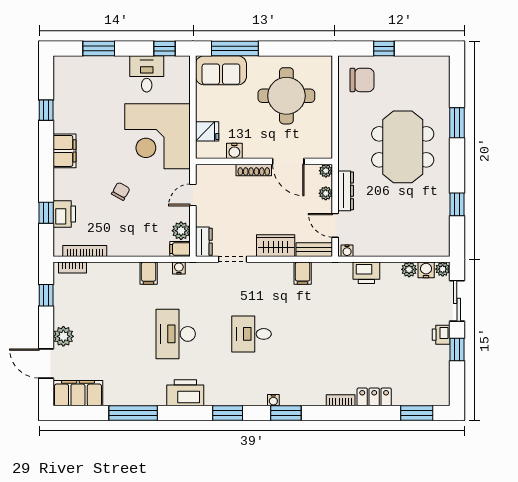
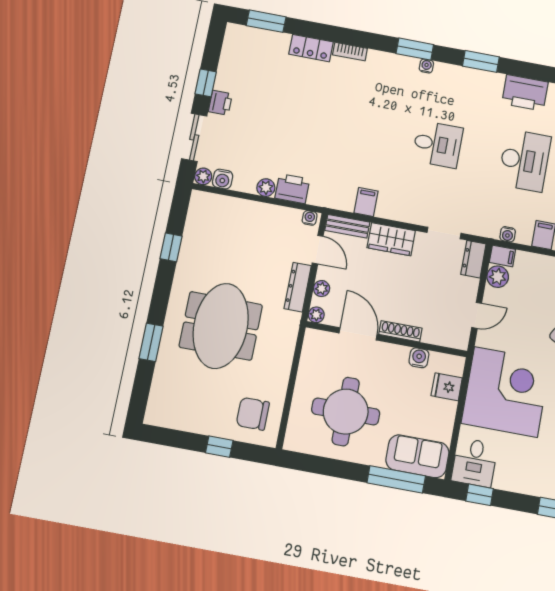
desk: (147, 74) -> (474, 462), moved
plant: (409, 269) -> (266, 188), moved

